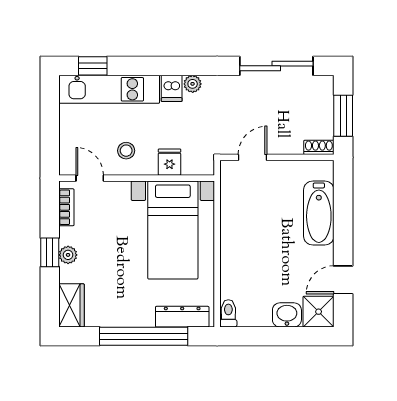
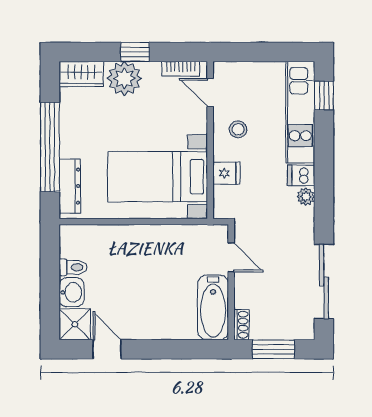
door: (90, 178) -> (210, 92), swing flipped
bathtub: (319, 213) -> (213, 307), moved, turned -90
plant: (68, 255) -> (124, 78), width x1.88, depth x1.88
toilet: (228, 313) -> (73, 267), moved

